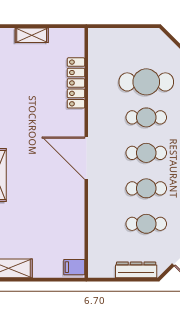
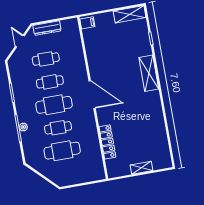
cafe table: (146, 153) -> (54, 105), width x1.37, depth x1.35

